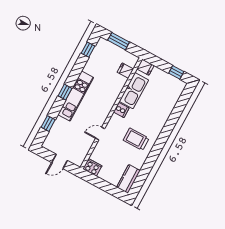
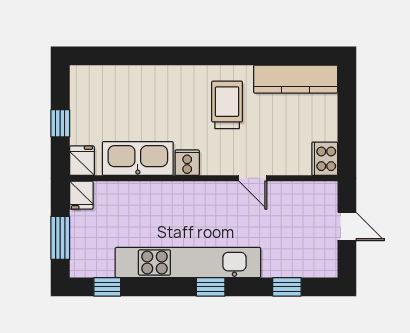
fridge: (125, 71) -> (81, 195), moved
window: (176, 72) -> (60, 123), moved
kitchen unit: (76, 96) -> (188, 262), width x1.36
trolley: (136, 139) -> (227, 105), turned 180
kitchen counter: (128, 179) -> (296, 79), width x1.50

